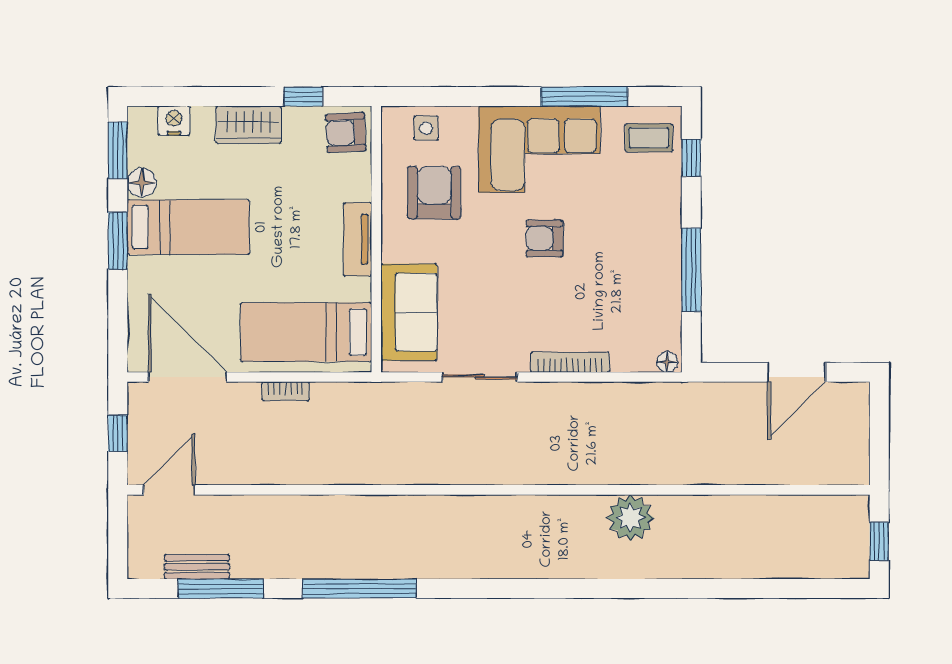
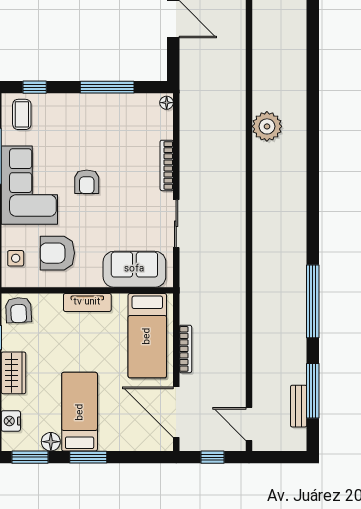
door: (187, 377) -> (176, 412), hinge flipped
bookcase: (285, 391) -> (185, 349), width x1.56

